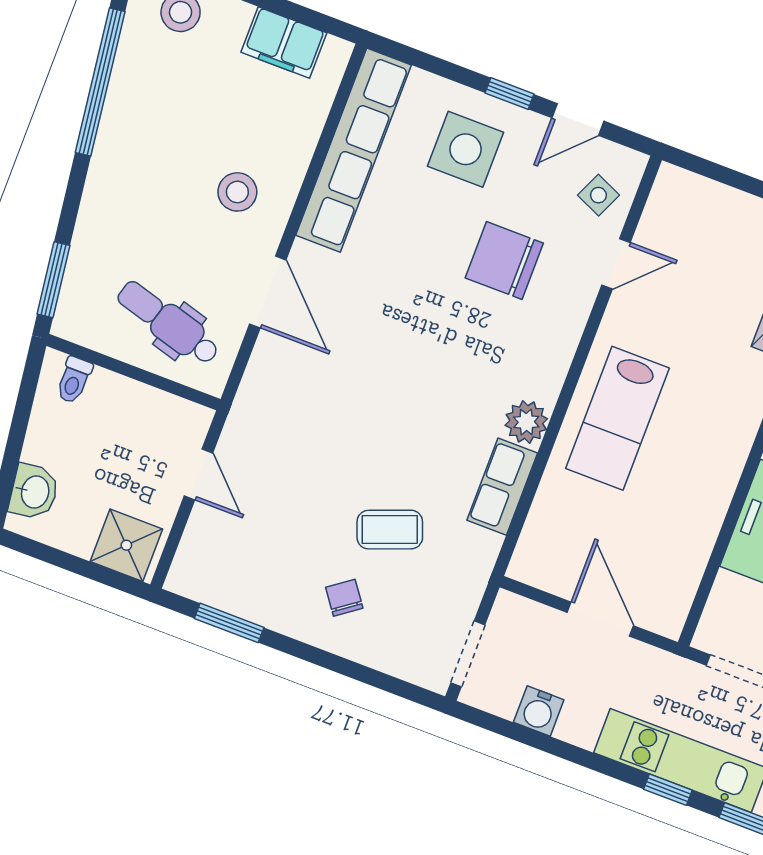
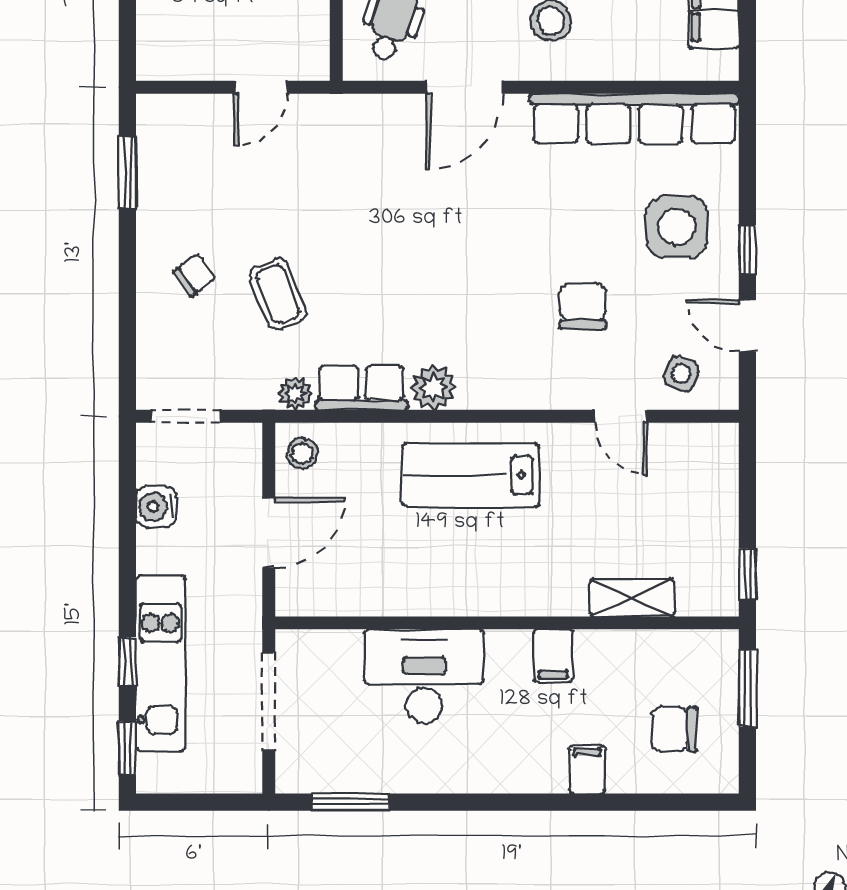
chair: (504, 261) -> (583, 306), width x0.73, depth x0.73
shower: (126, 545) -> (165, 43), removed
plant: (485, 548) -> (295, 393), added
stool: (541, 562) -> (302, 453), added

